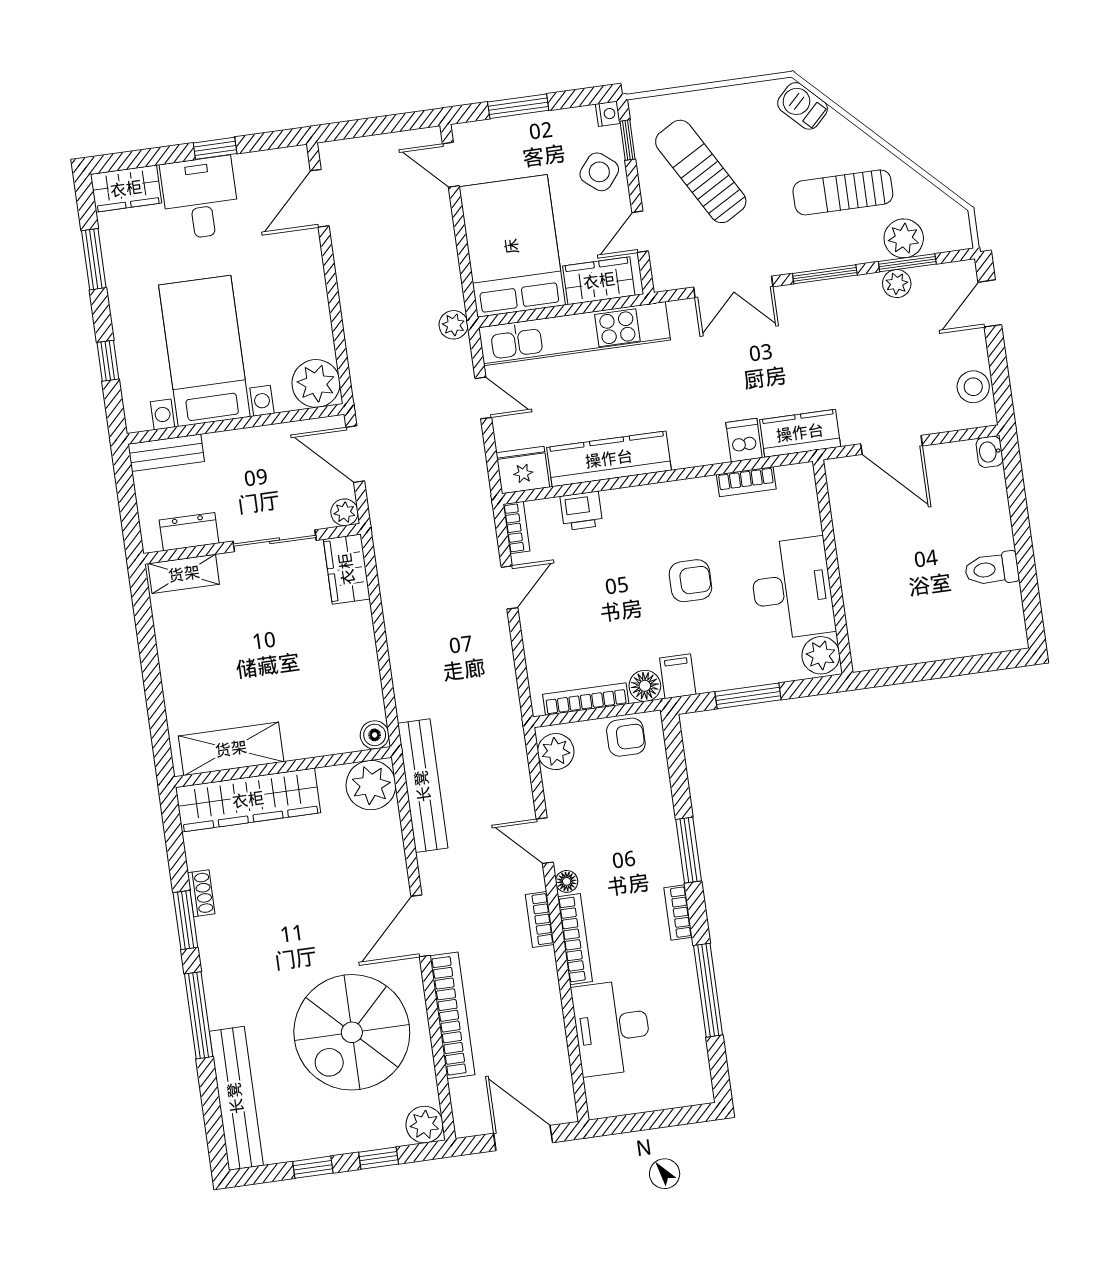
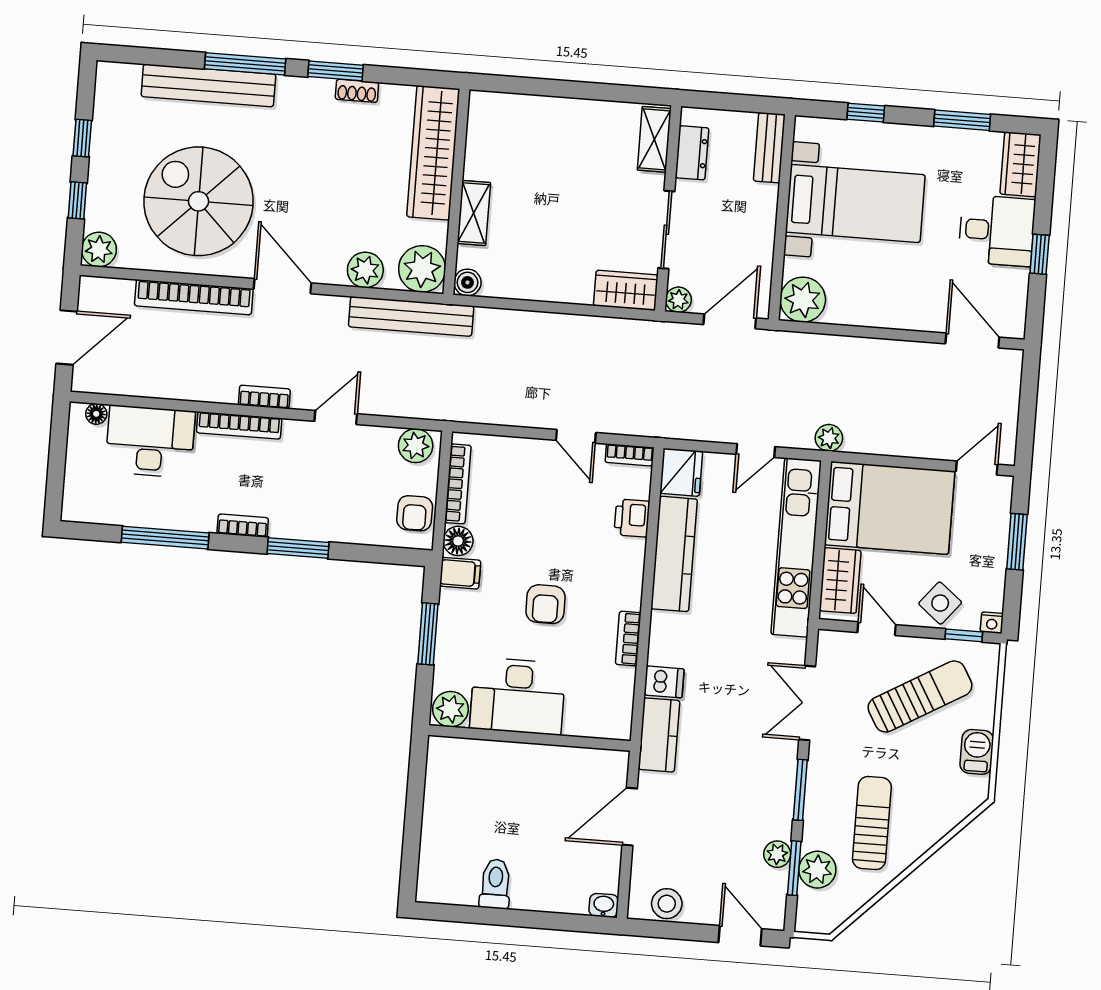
barbecue: (802, 106) -> (977, 752), moved, turned -45
bookcase: (746, 482) -> (628, 639), moved
shelving: (231, 749) -> (474, 213), moved, width x0.67, depth x0.75
plant: (385, 844) -> (365, 270), added
floor lamp: (567, 881) -> (96, 414), moved
bench: (236, 1098) -> (208, 85), moved

